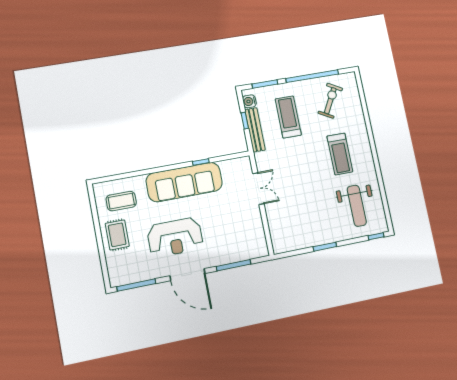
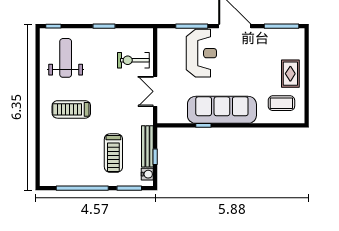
exercise bike: (330, 101) -> (133, 60), moved, turned 61
treadmill: (340, 154) -> (71, 109), turned -90
reception desk: (175, 237) -> (201, 53), moved, turned 90

